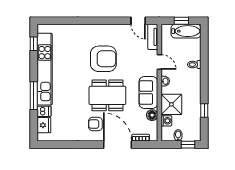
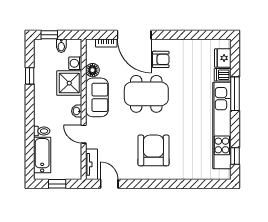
bathtub: (186, 31) -> (42, 155), moved, turned 90
armchair: (103, 59) -> (153, 150), moved, turned 90

